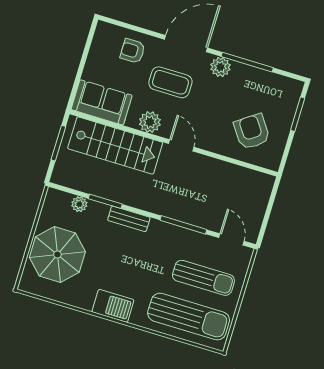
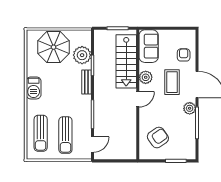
plant: (79, 204) -> (82, 55), width x1.87, depth x1.87
sun lounger: (189, 317) -> (41, 133), width x0.73, depth x0.75

